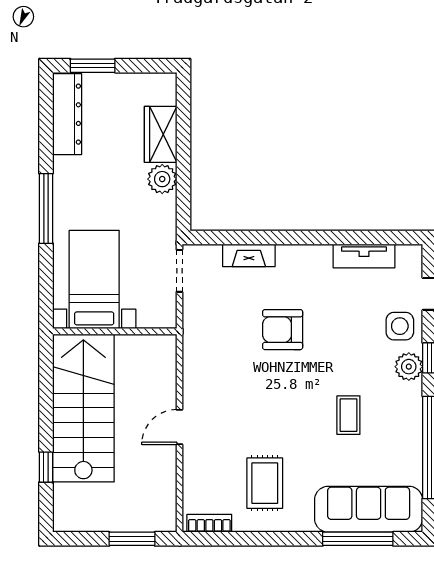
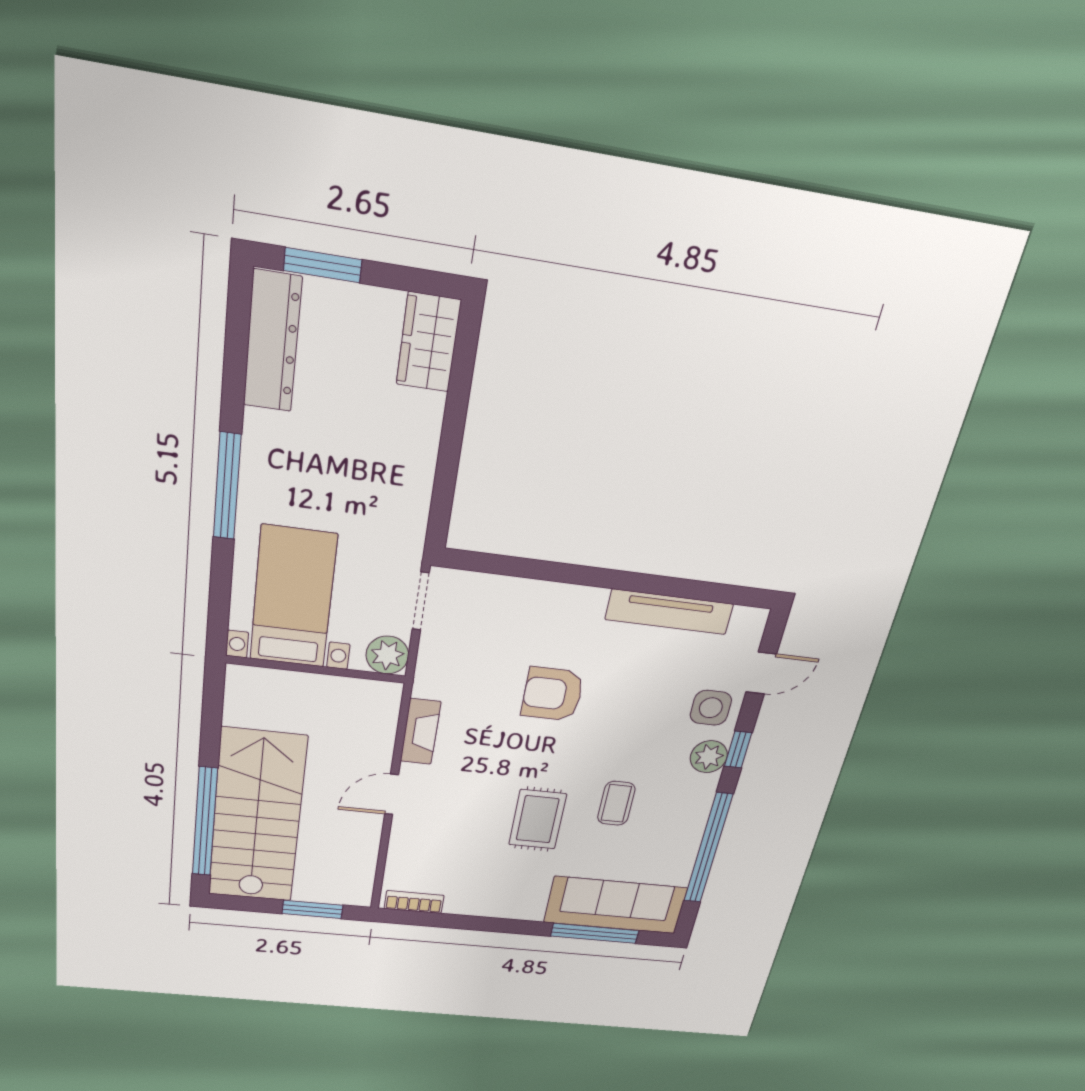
wardrobe: (161, 134) -> (429, 342), moved
plant: (162, 179) -> (387, 655), moved
fireplace: (249, 255) -> (420, 732), moved, turned -90
tv unit: (364, 256) -> (669, 612), width x1.41
stairs: (83, 408) -> (257, 817), moved
window: (46, 467) -> (205, 822), width x3.17
rug: (265, 483) -> (538, 819), moved

